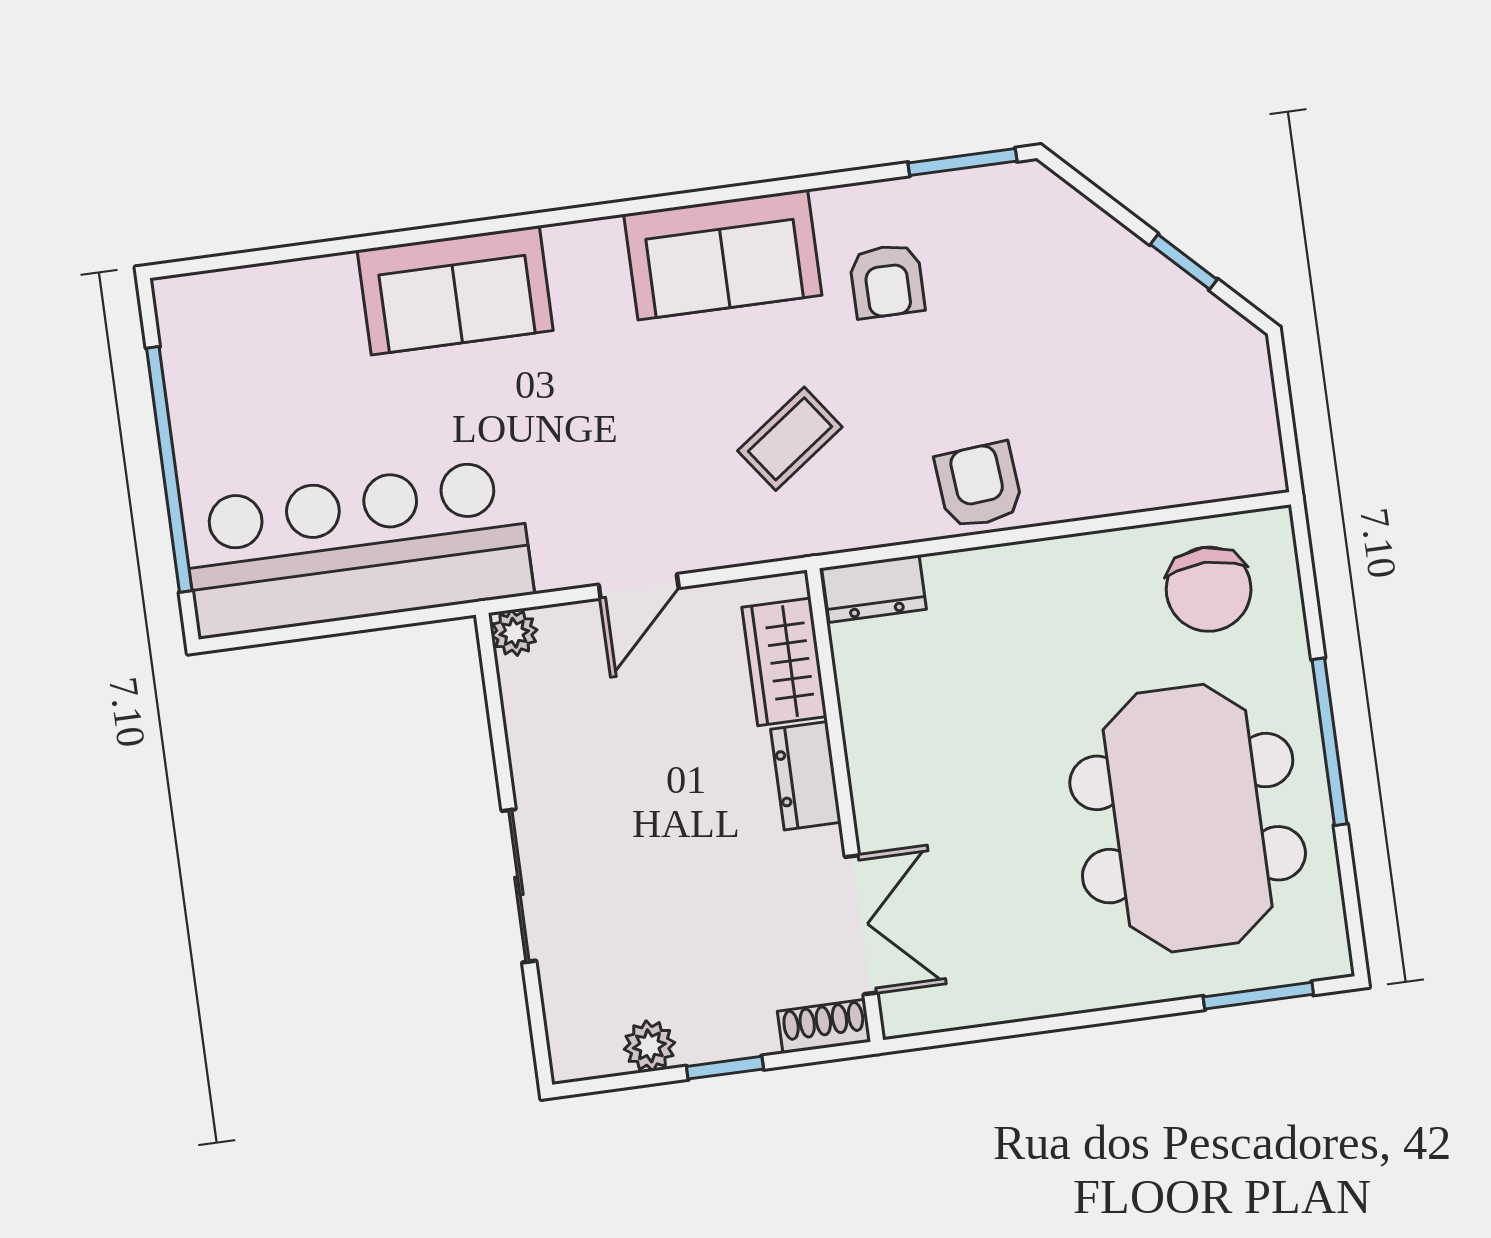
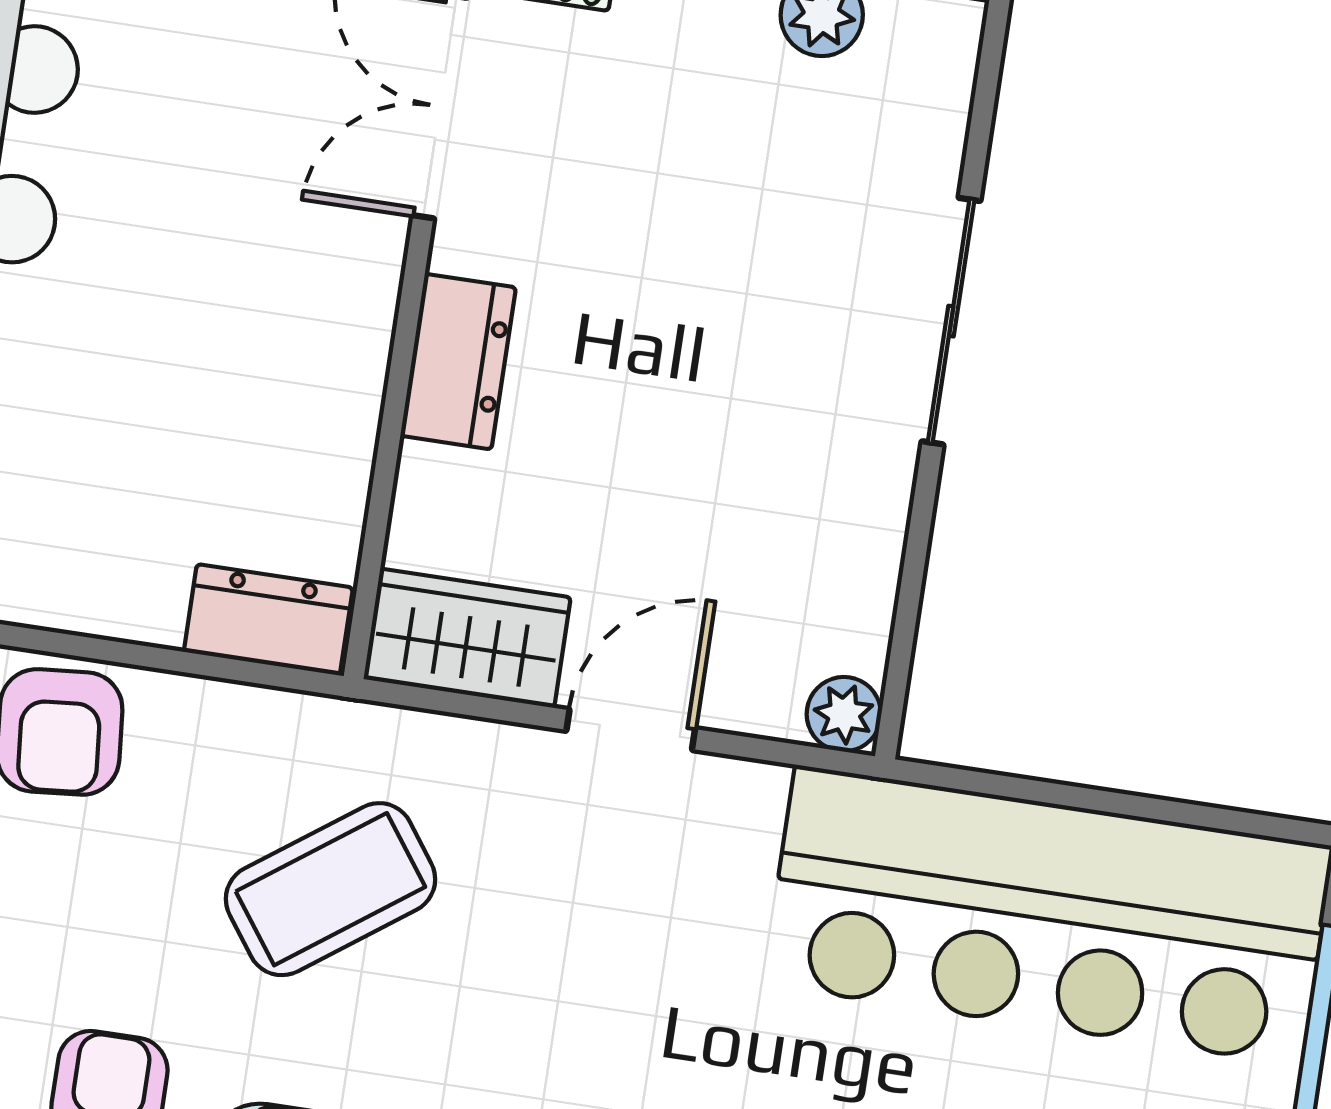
coffee table: (790, 439) -> (330, 889), width x1.36, depth x1.30
wardrobe: (784, 662) -> (467, 638), moved, turned -90

